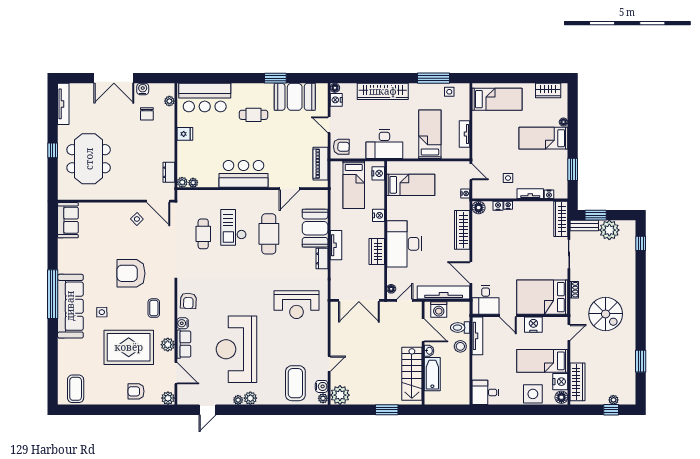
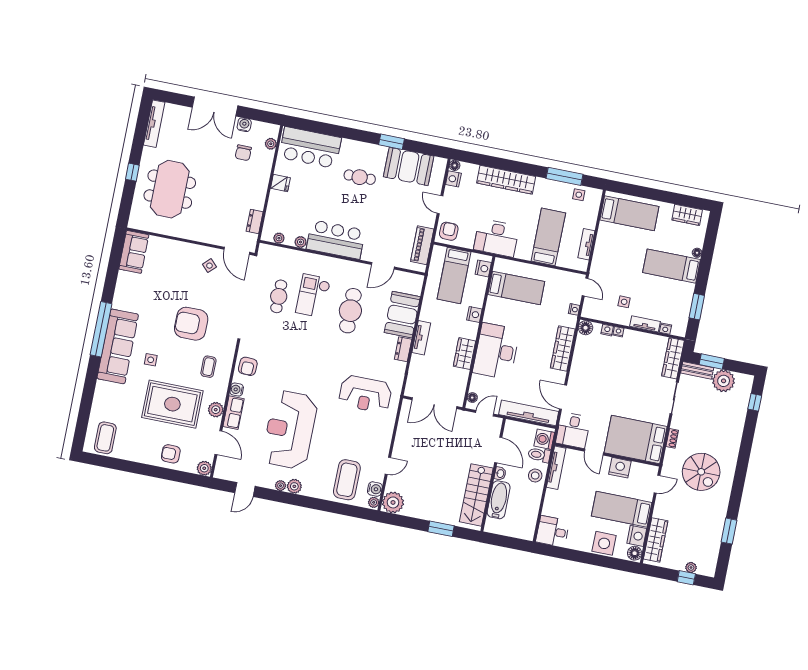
armchair: (341, 147) -> (449, 231), turned -91
plant: (182, 182) -> (301, 242), moved
washing machine: (439, 310) -> (544, 439), moved, turned 90

